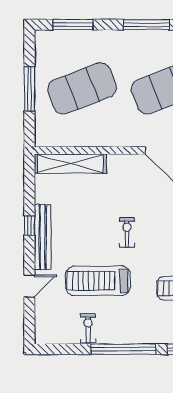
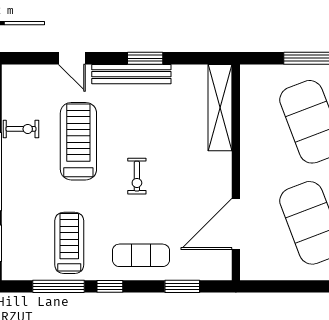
window: (29, 226) -> (145, 58), width x1.50
exercise bike: (127, 232) -> (137, 176), turned 90

